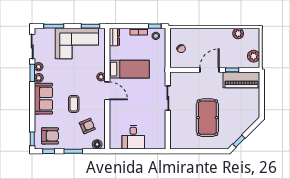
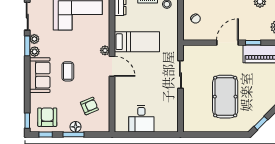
coffee table: (74, 104) -> (68, 71), moved
armchair: (50, 136) -> (47, 117), turned -90
floor lamp: (97, 144) -> (76, 127), moved

